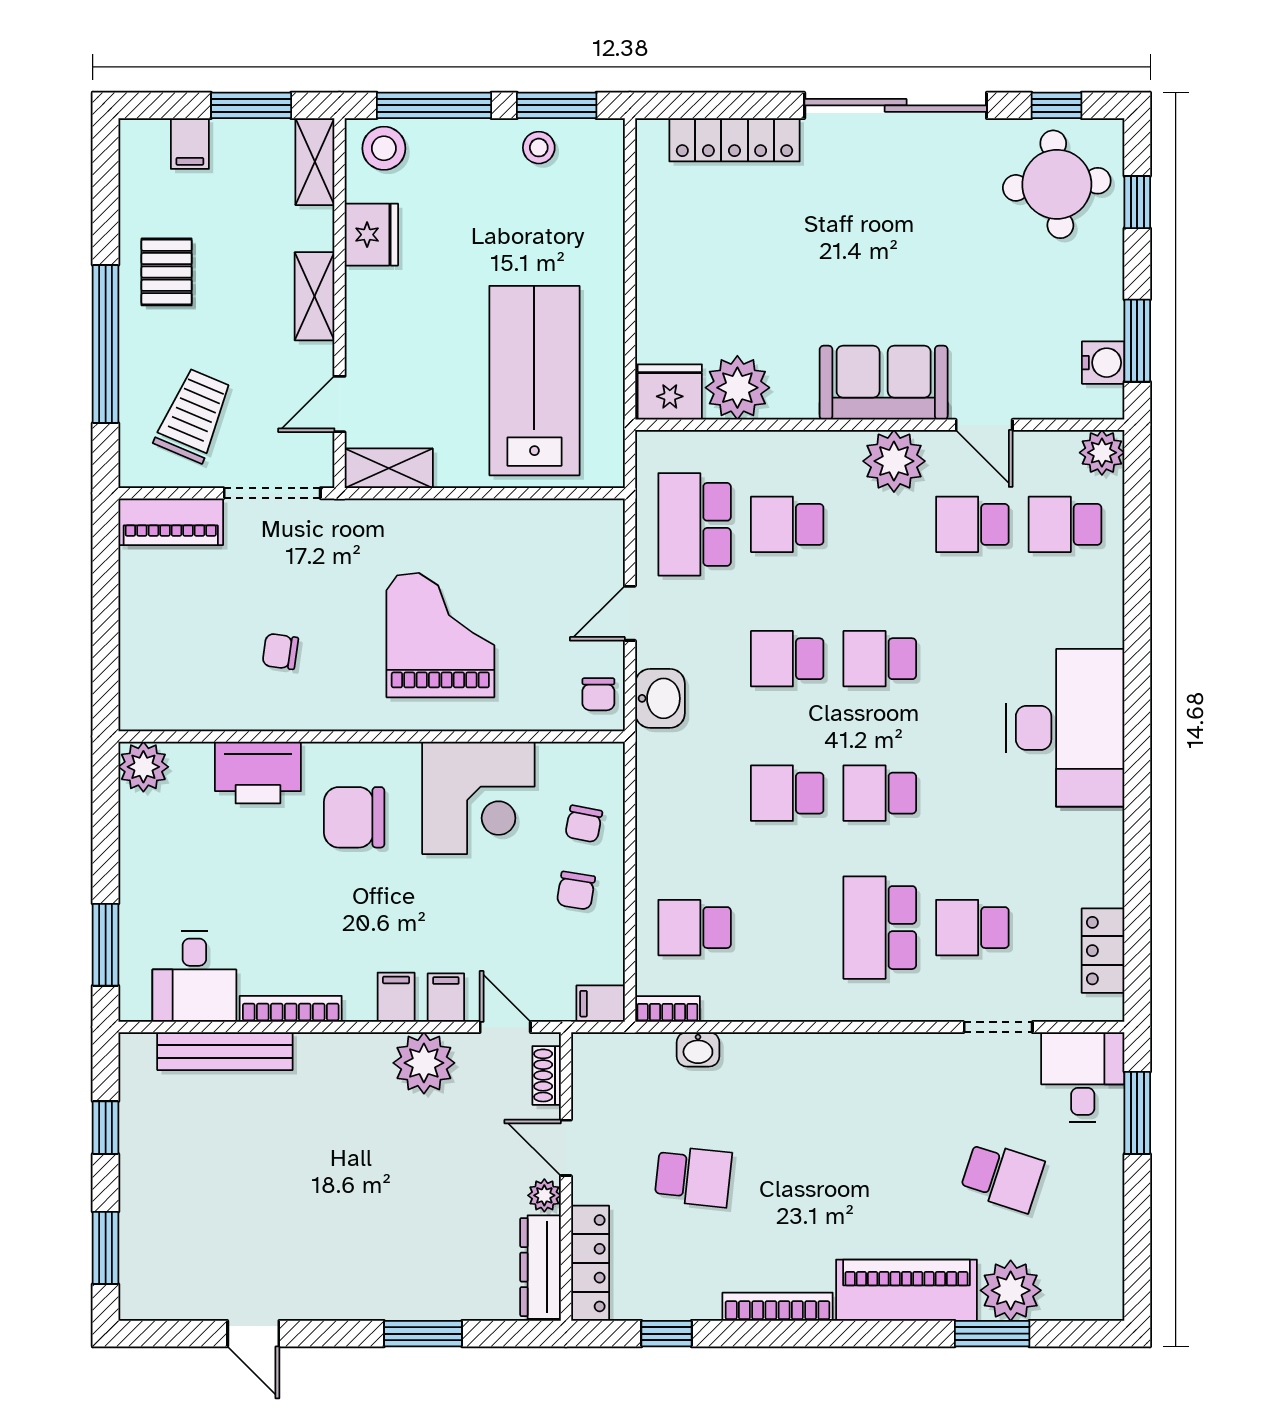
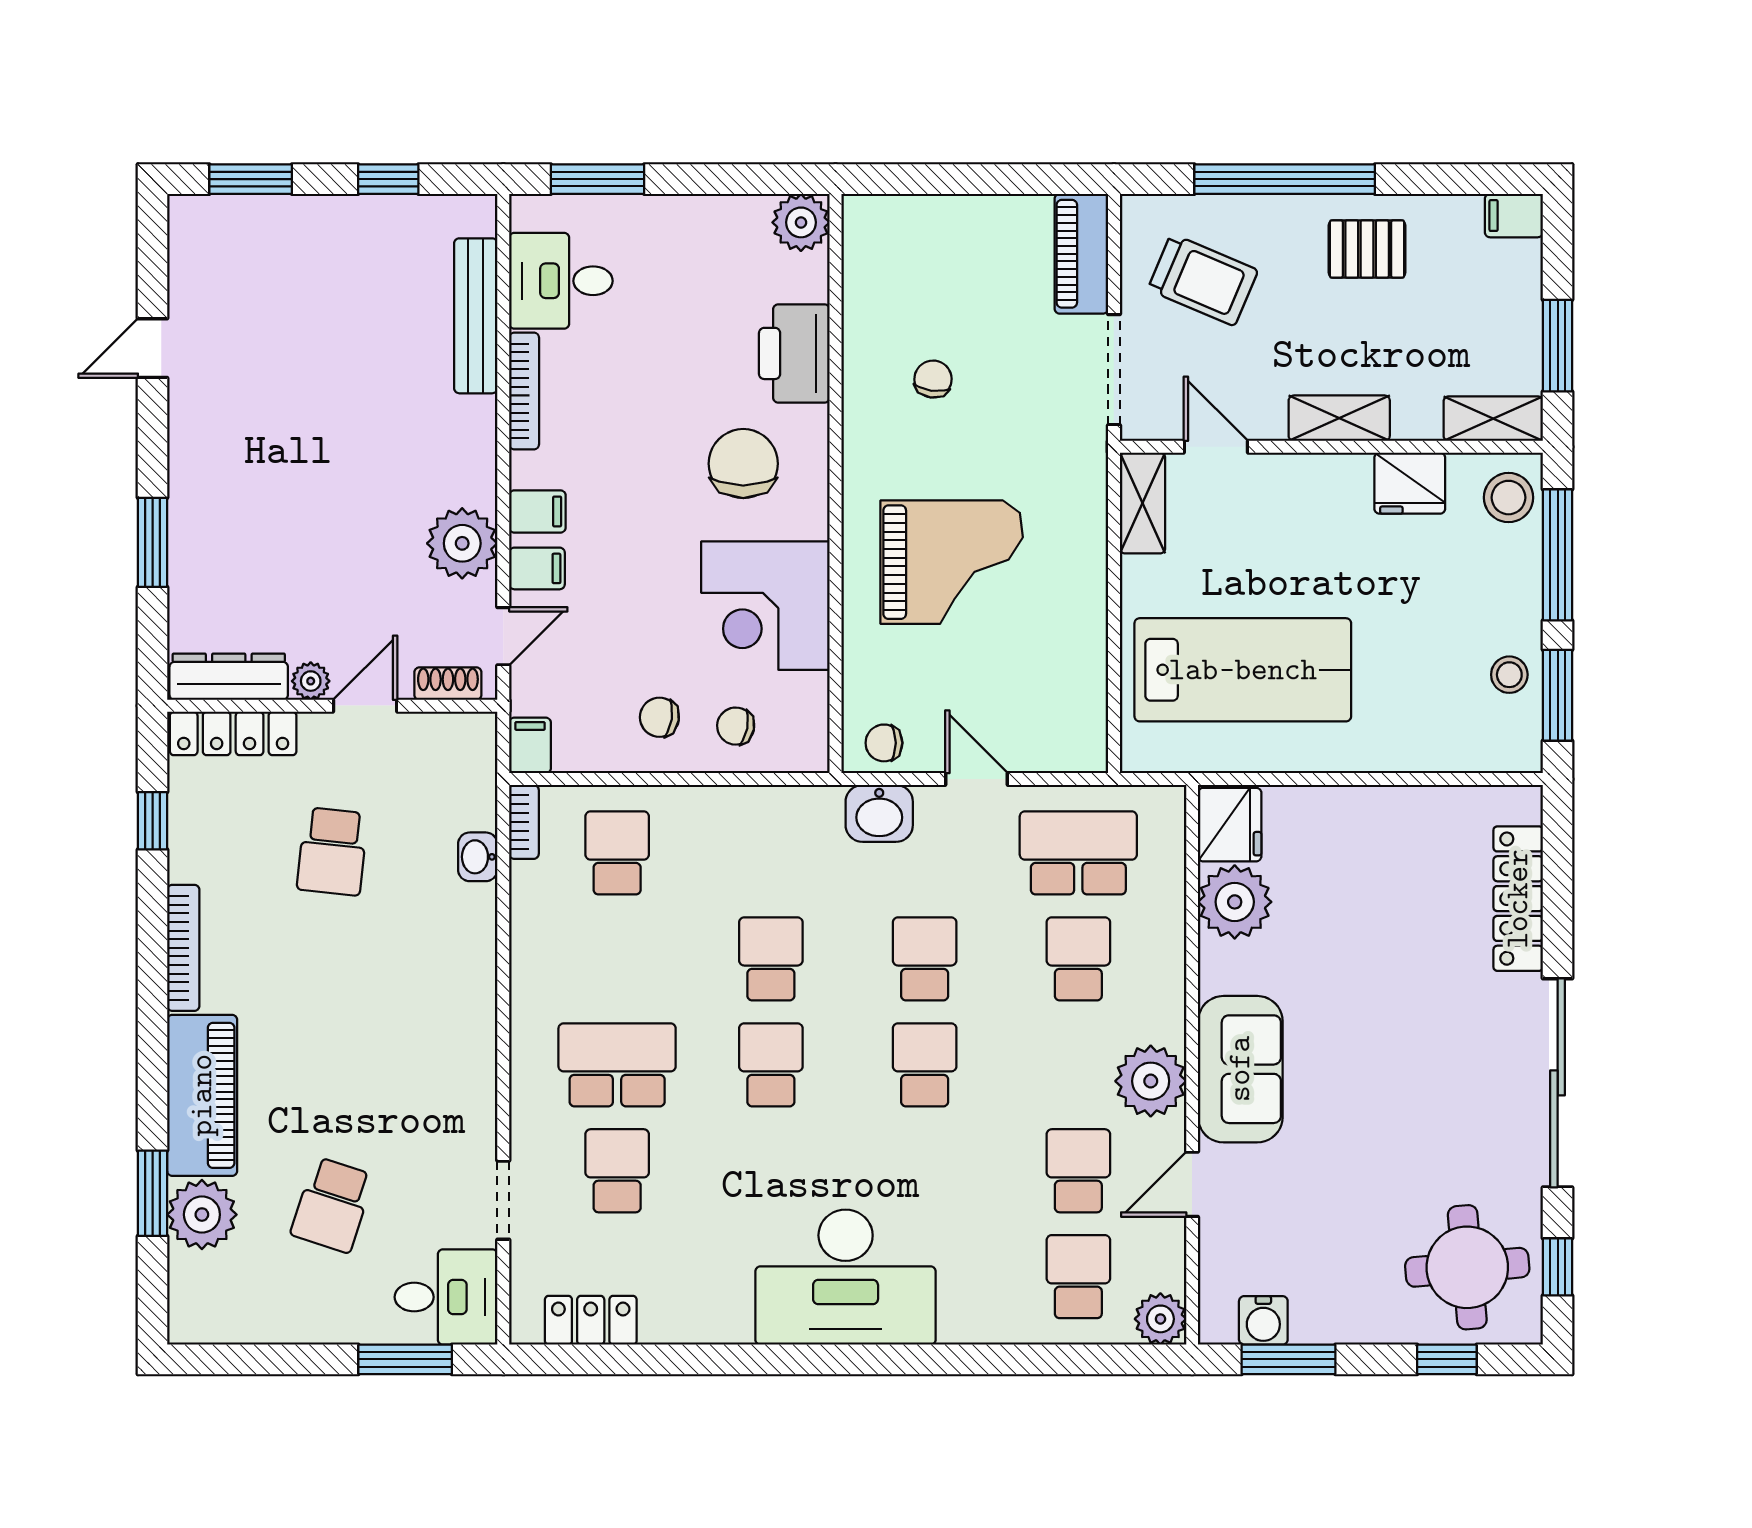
filing cabinet: (190, 144) -> (1514, 216), moved

